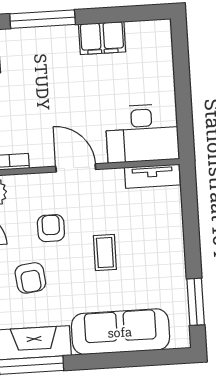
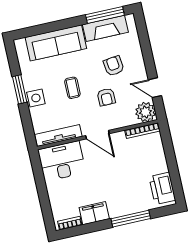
bookcase: (146, 28) -> (70, 223), added
tv unit: (152, 176) -> (58, 136), width x1.41
side table: (168, 245) -> (36, 98), added
window: (196, 302) -> (20, 89), moved

